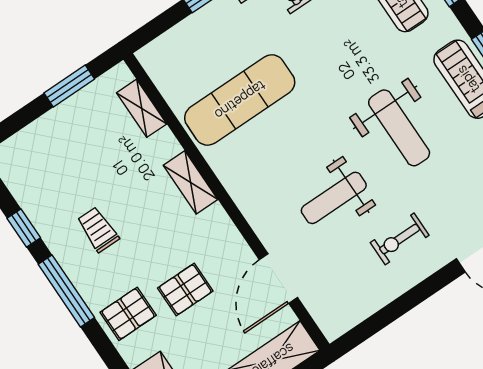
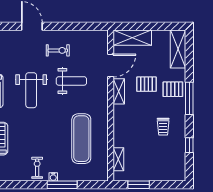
exercise mat: (240, 100) -> (81, 139), turned 90
weight bench: (399, 128) -> (31, 90), turned 180
shelving: (190, 182) -> (119, 91), moved
window: (66, 291) -> (189, 98), moved

